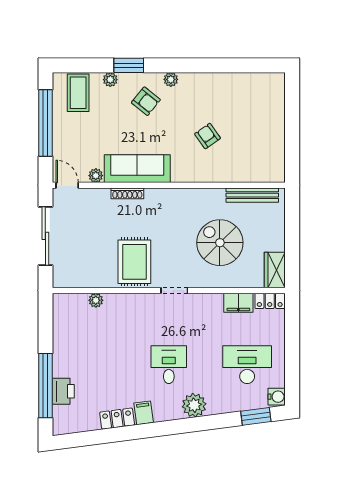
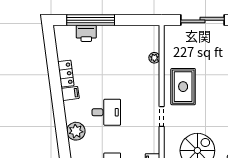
rug: (134, 262) -> (183, 87), turned 90

